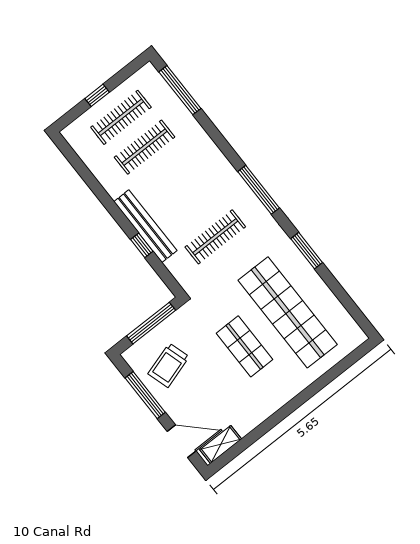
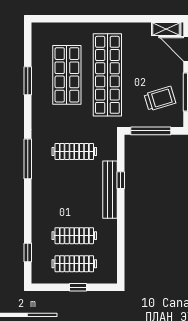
window: (180, 90) -> (28, 252), width x0.46
window: (307, 251) -> (28, 81), moved
shop shelf: (288, 312) -> (67, 75), width x0.71
shop shelf: (244, 346) -> (107, 75), width x2.00, depth x1.36

